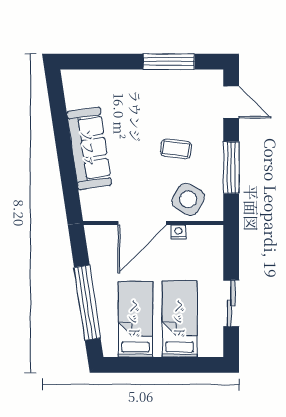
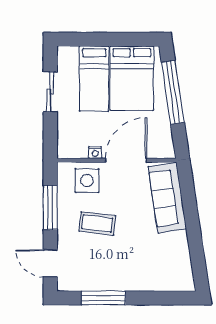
sofa: (89, 148) -> (167, 198), moved
coffee table: (176, 149) -> (97, 224), width x1.36, depth x1.30
side table: (188, 199) -> (87, 181), turned -30
bed: (135, 319) -> (132, 78), width x1.50

